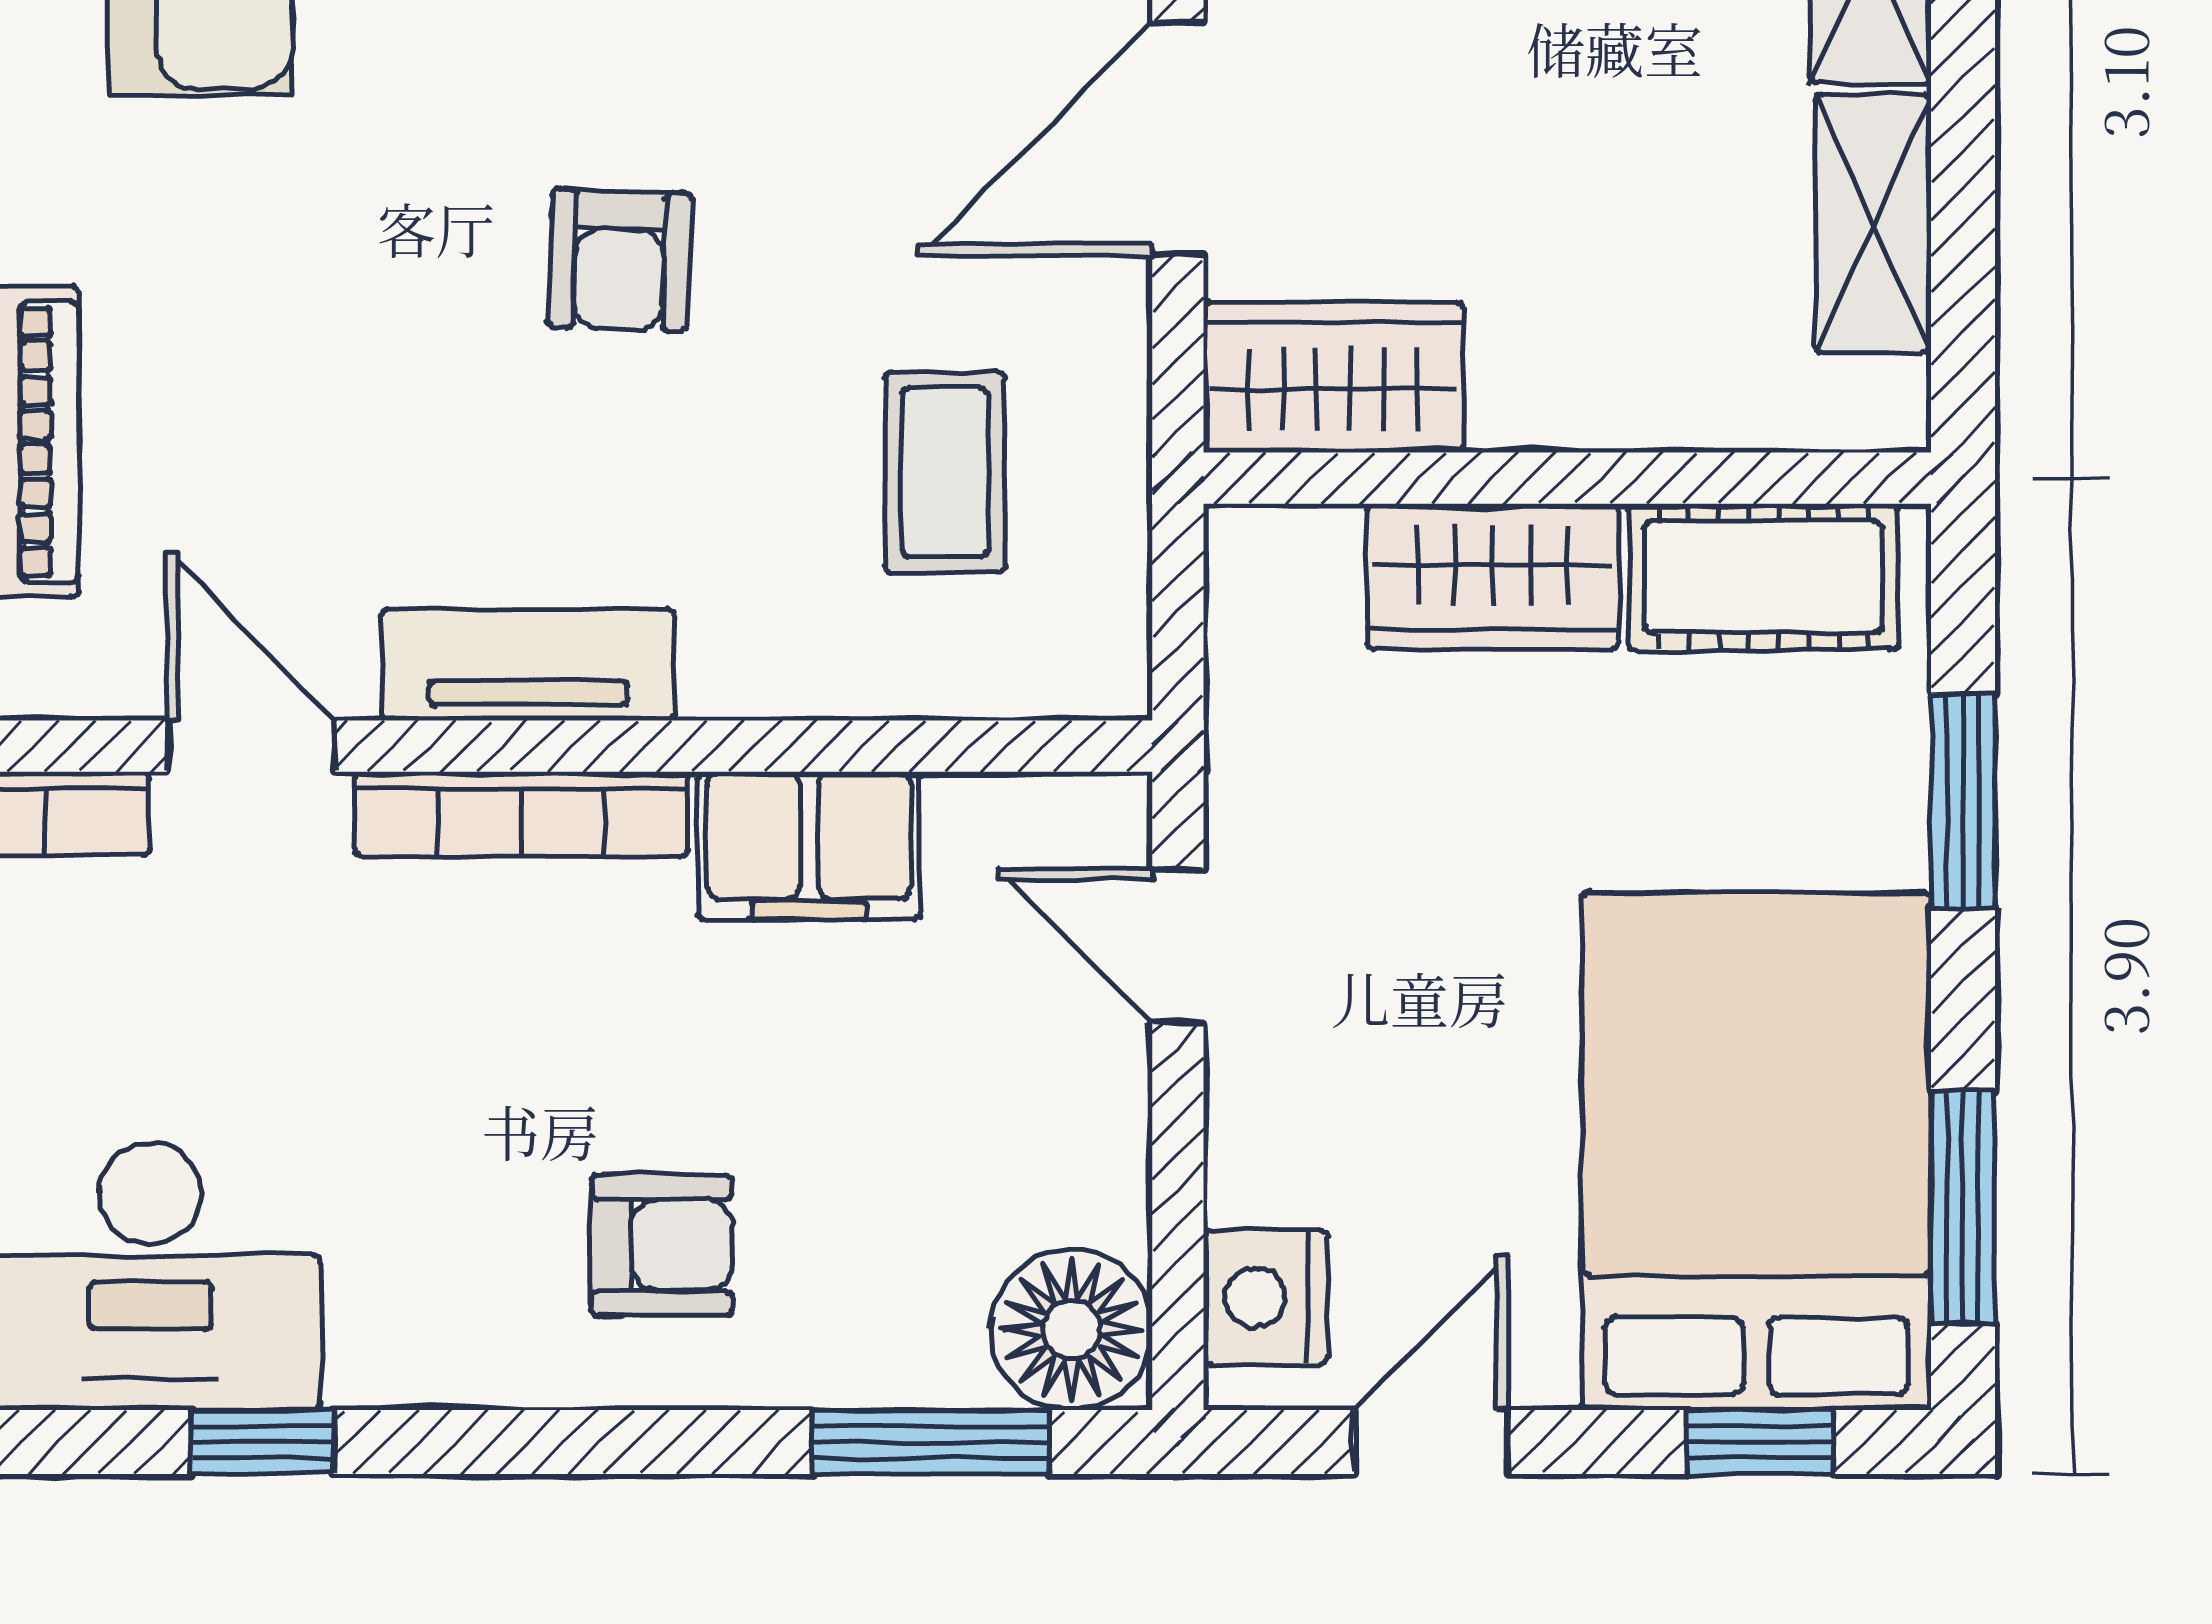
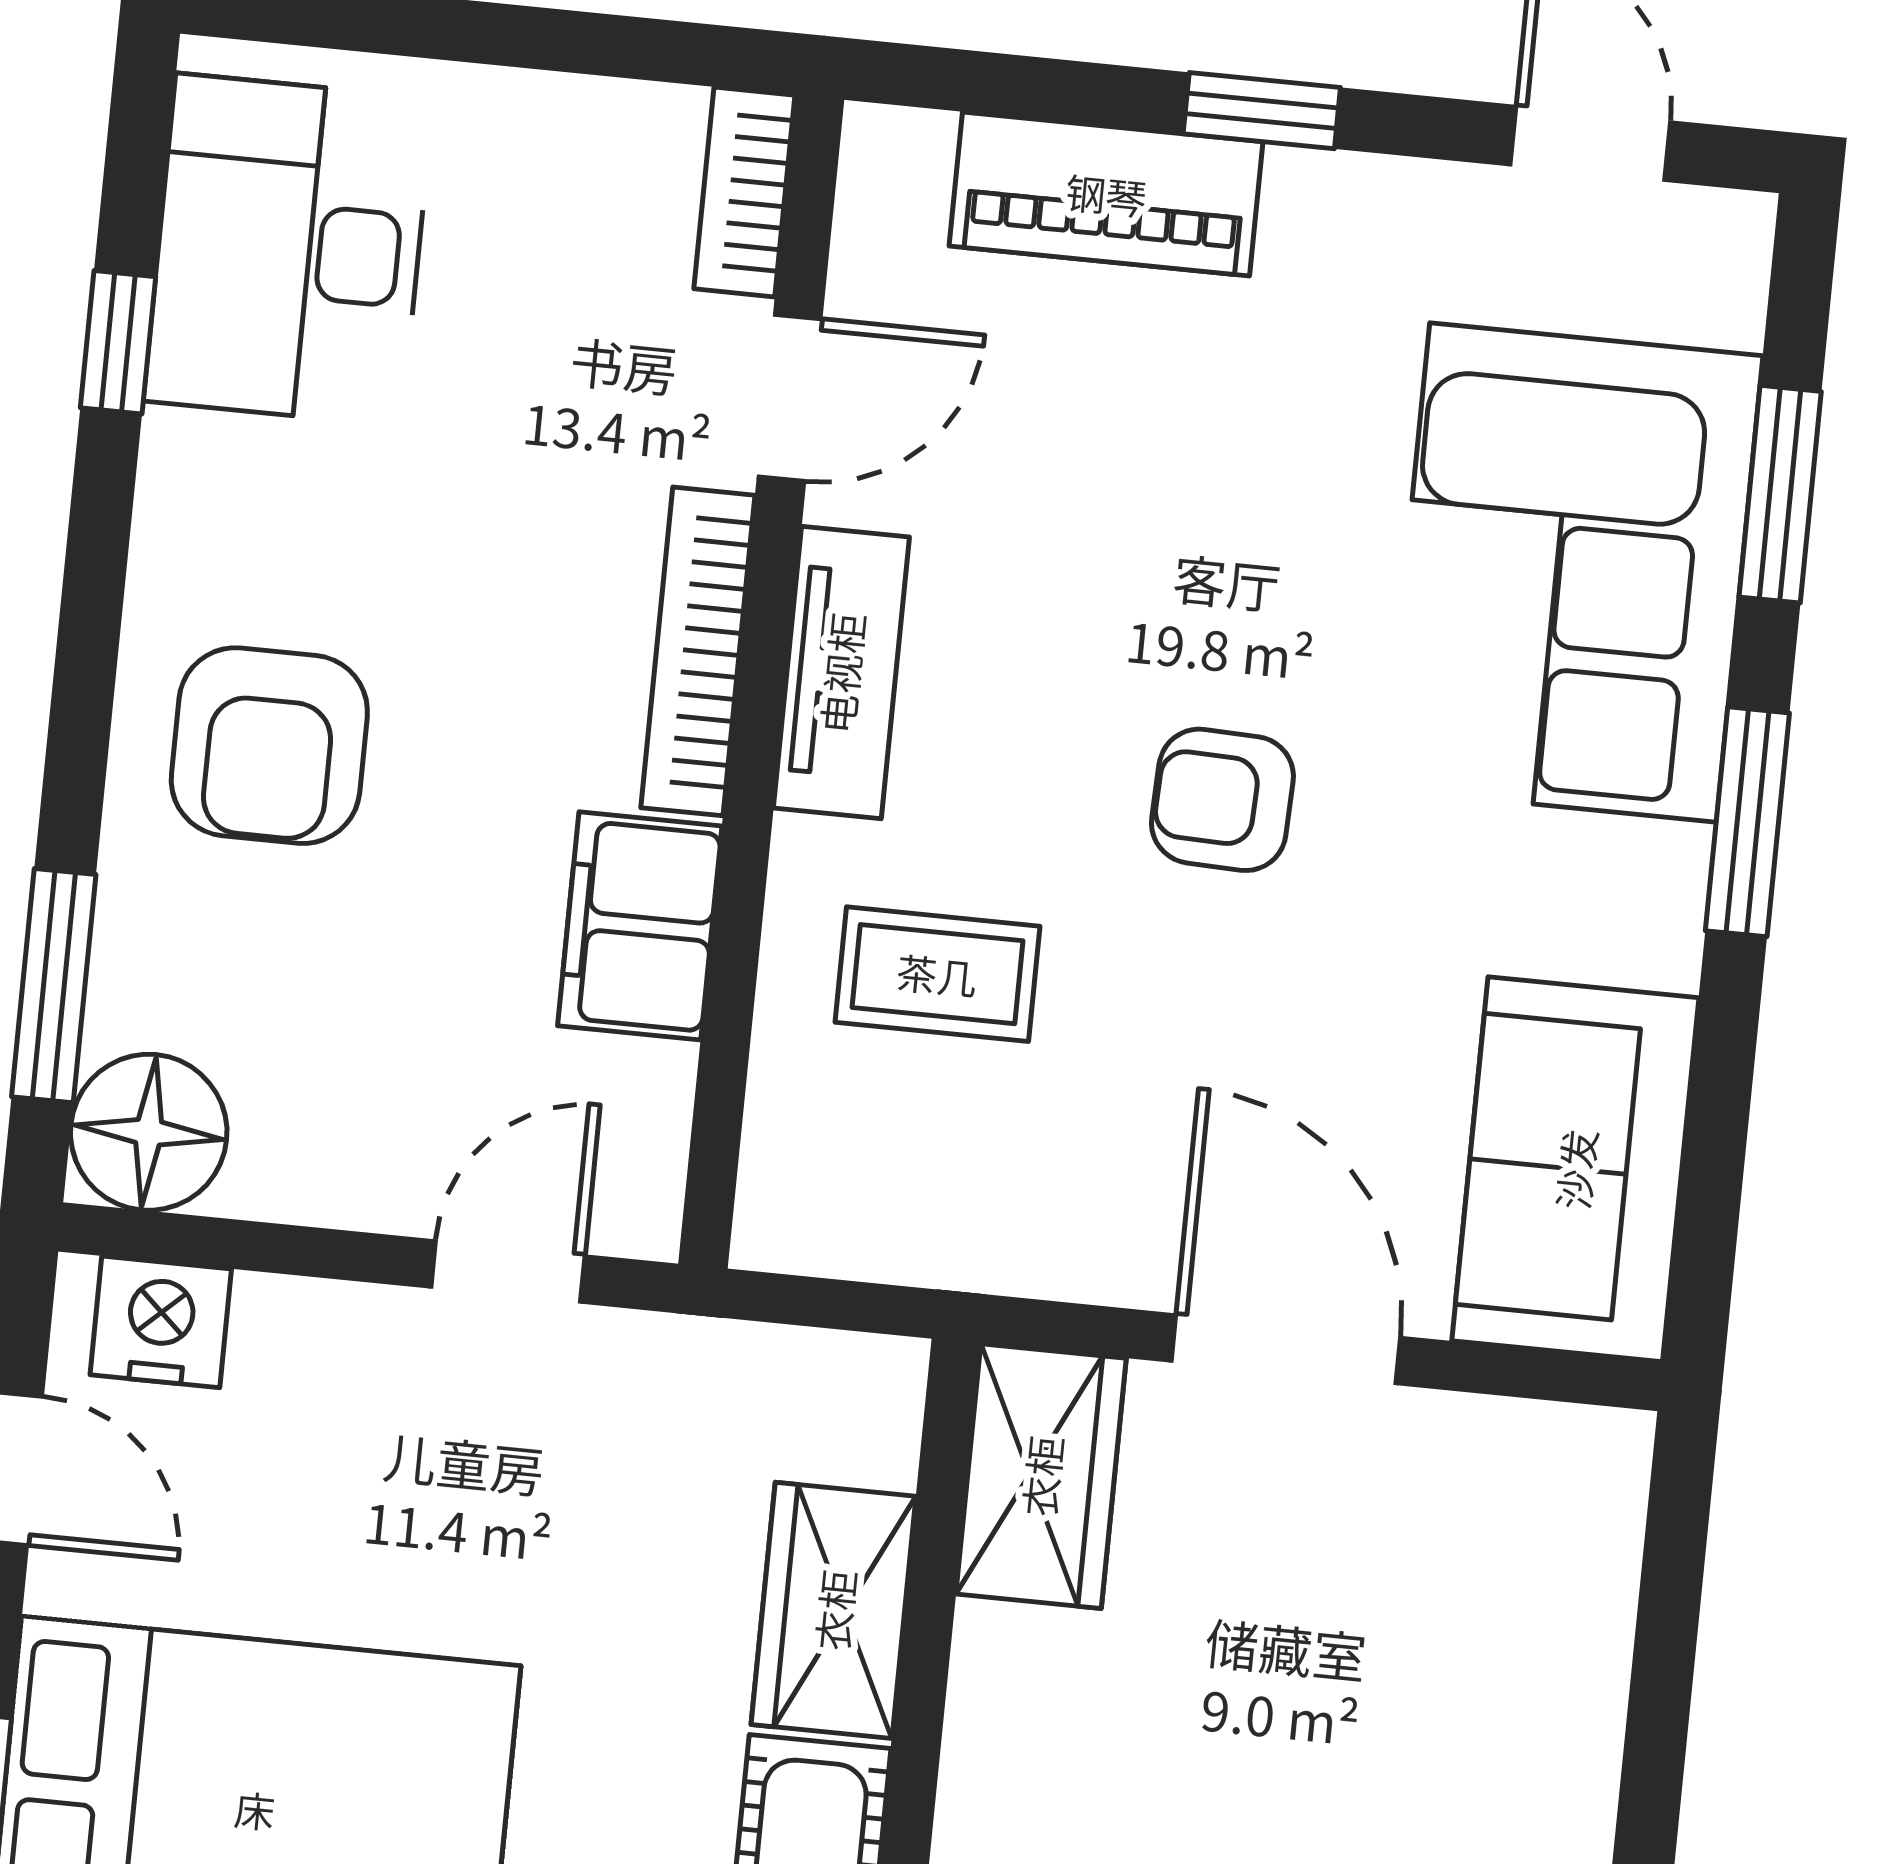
coffee table: (945, 472) -> (937, 974), moved
armchair: (662, 1245) -> (269, 746), width x1.38, depth x1.38

